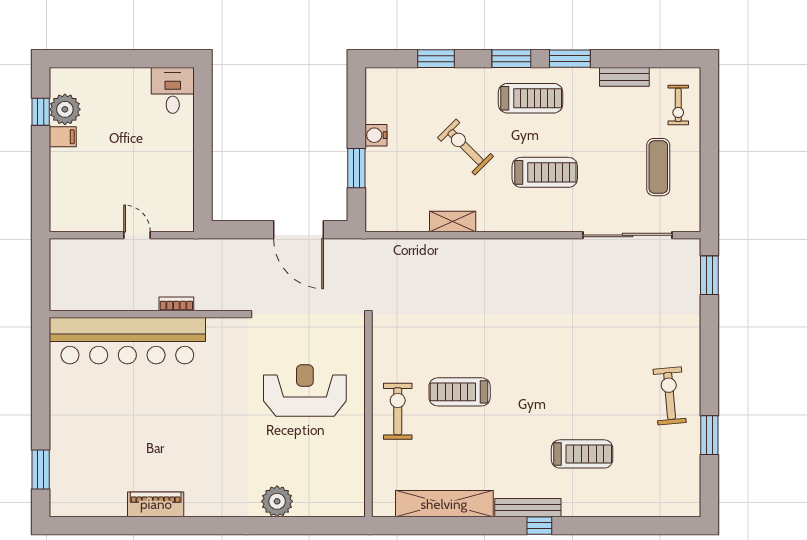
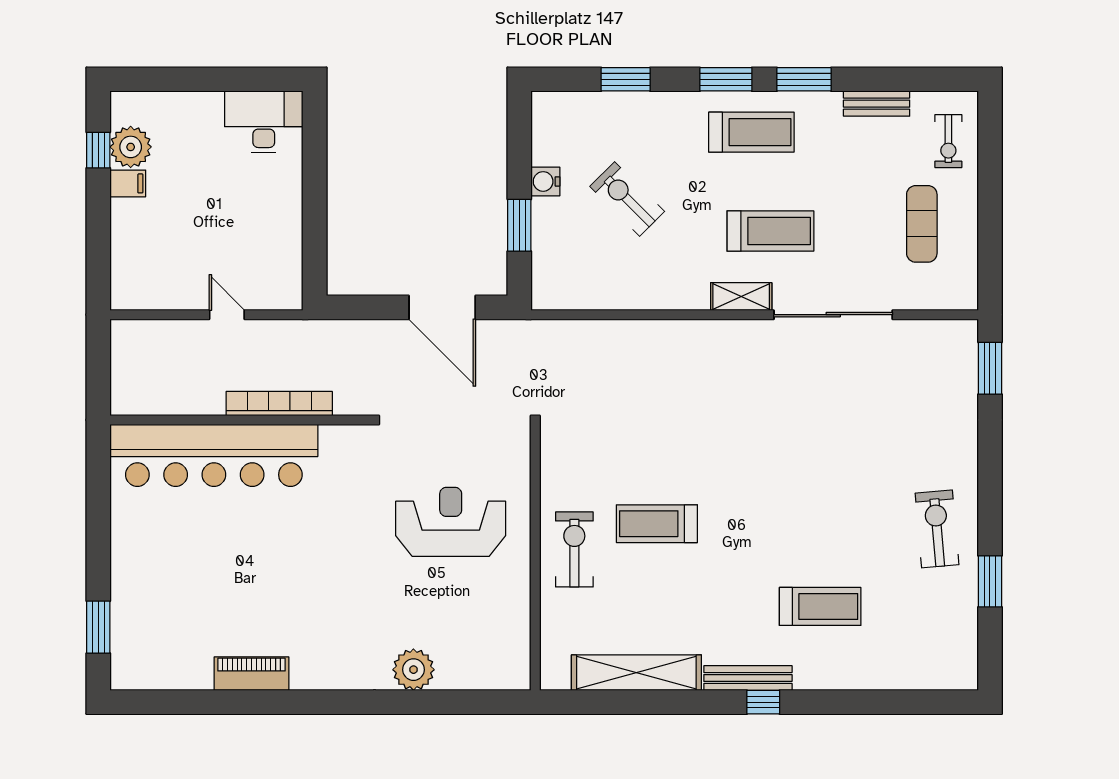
desk: (173, 90) -> (264, 122), width x1.37
exercise bike: (465, 147) -> (627, 199), moved
shelving: (453, 221) -> (741, 296), moved
sliding door: (628, 235) -> (833, 315), moved
bookcase: (176, 304) -> (279, 403), width x2.31, depth x1.31

